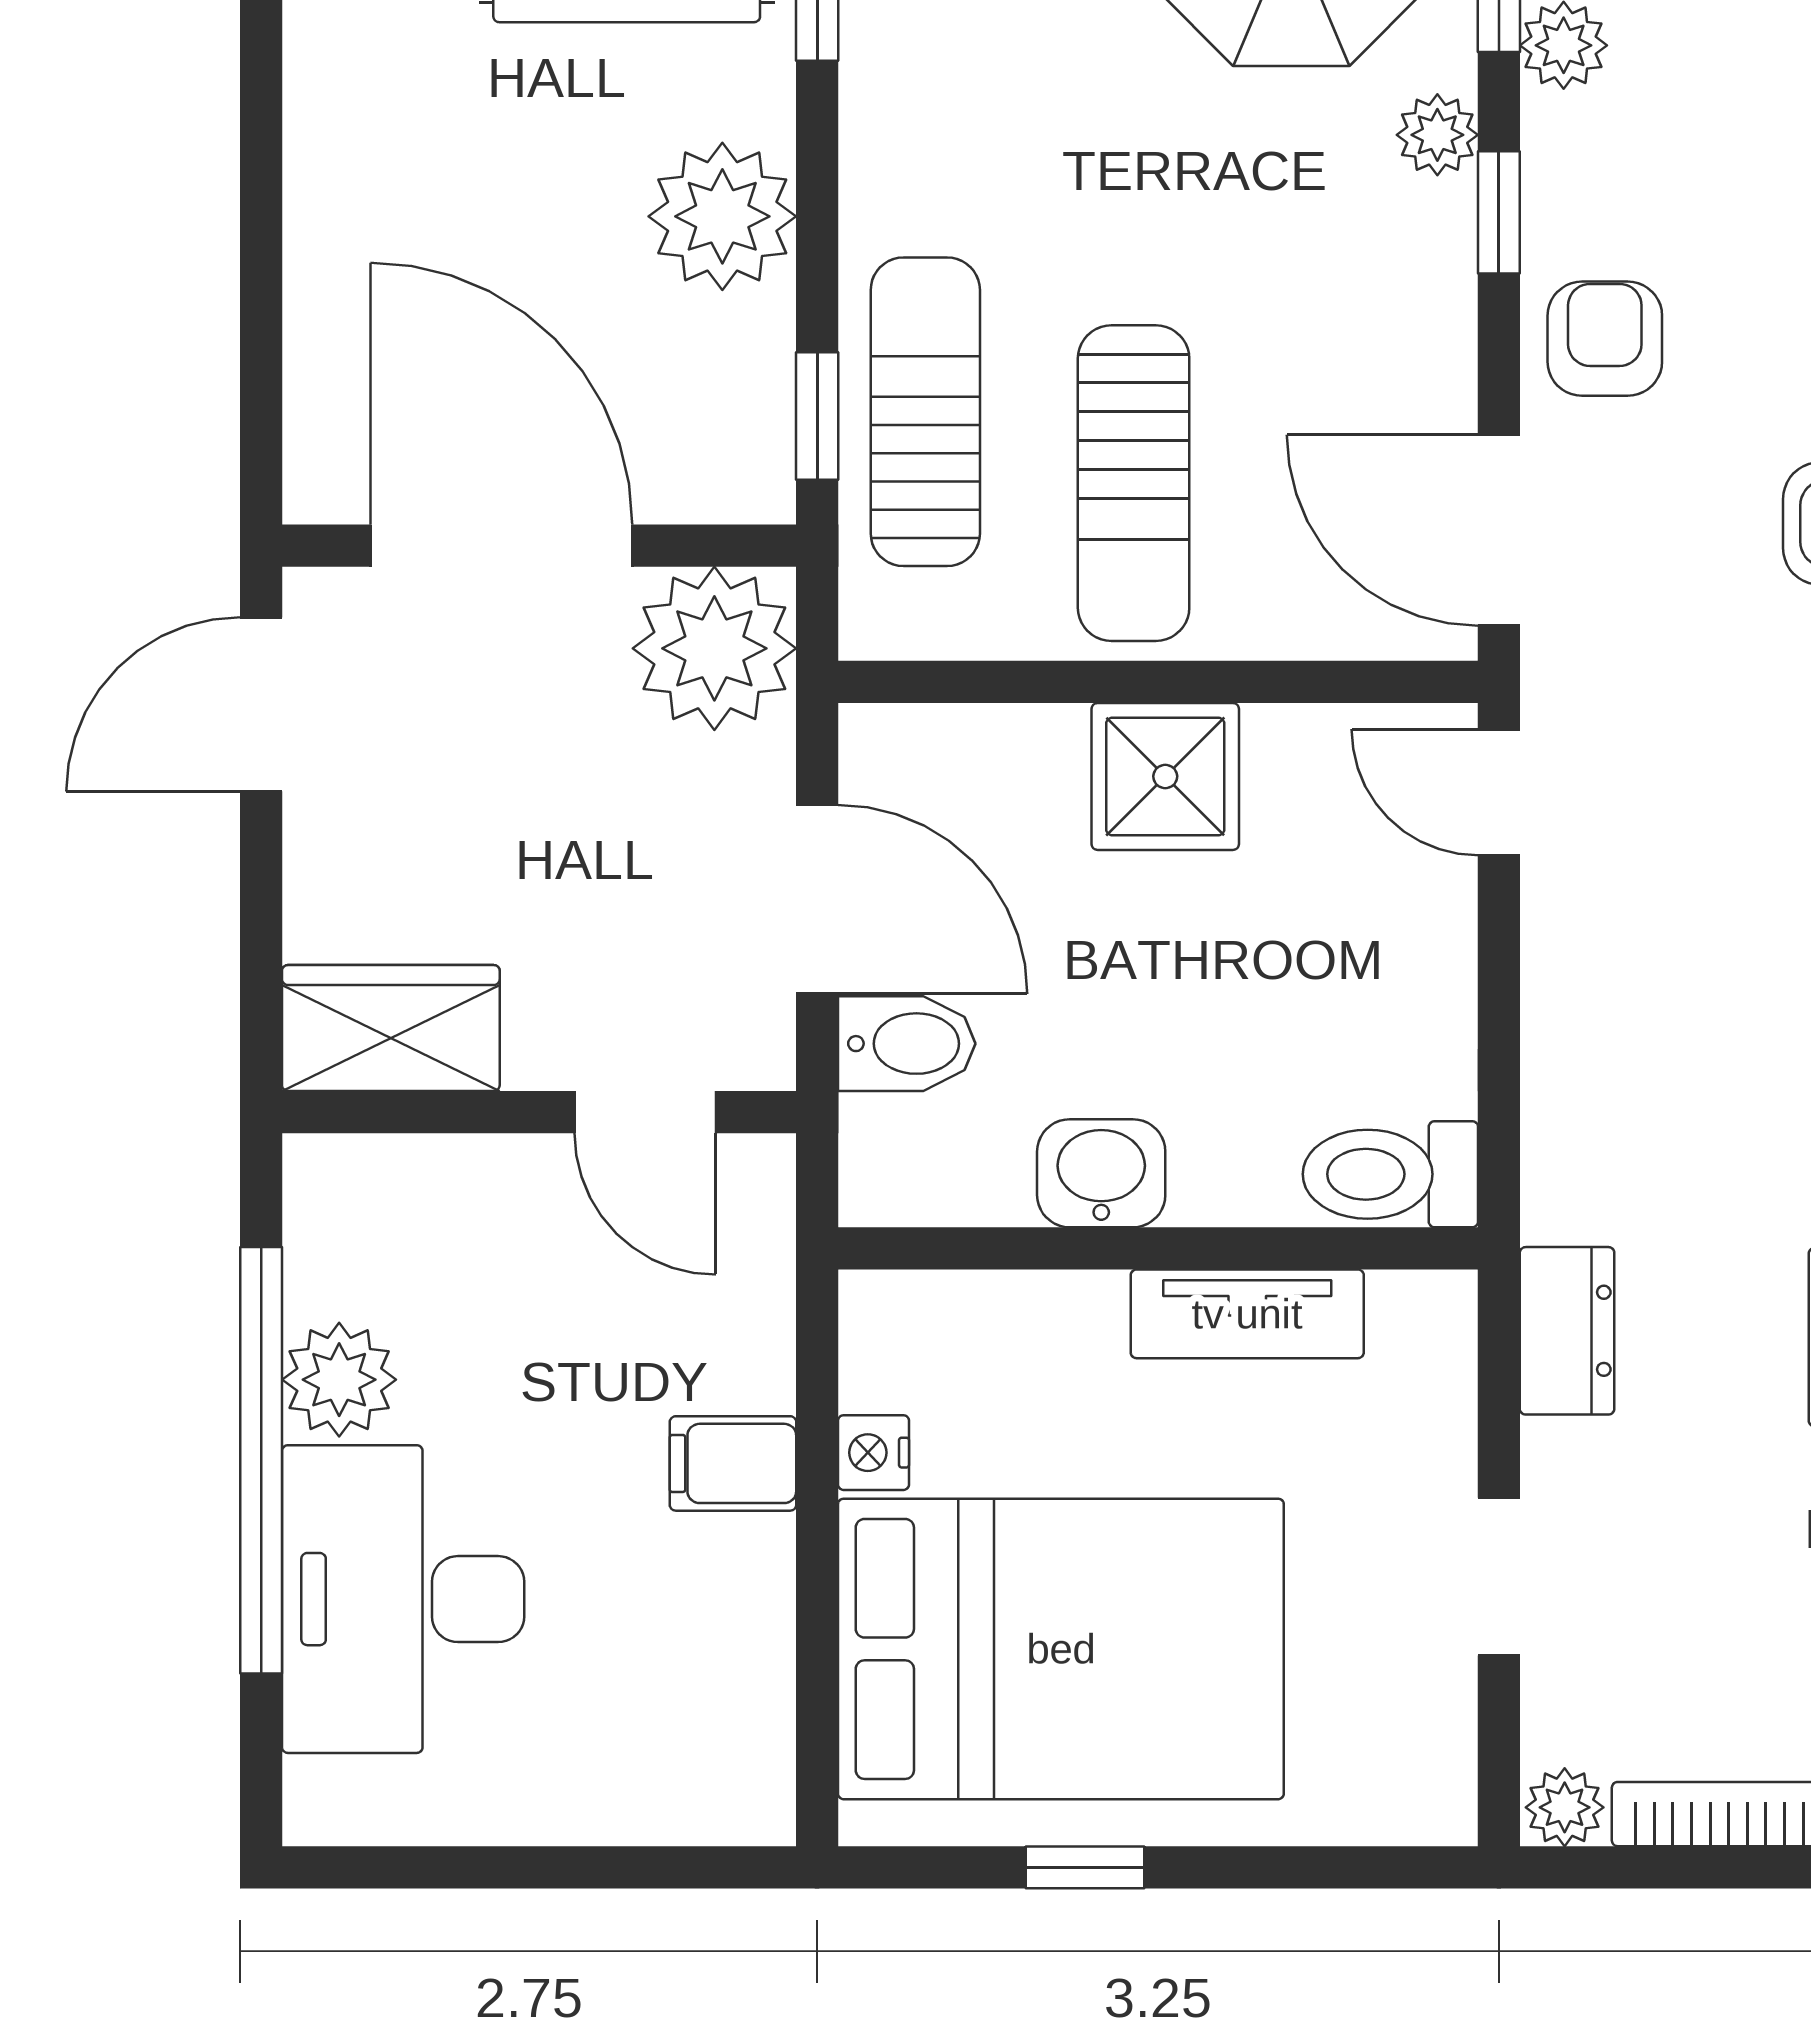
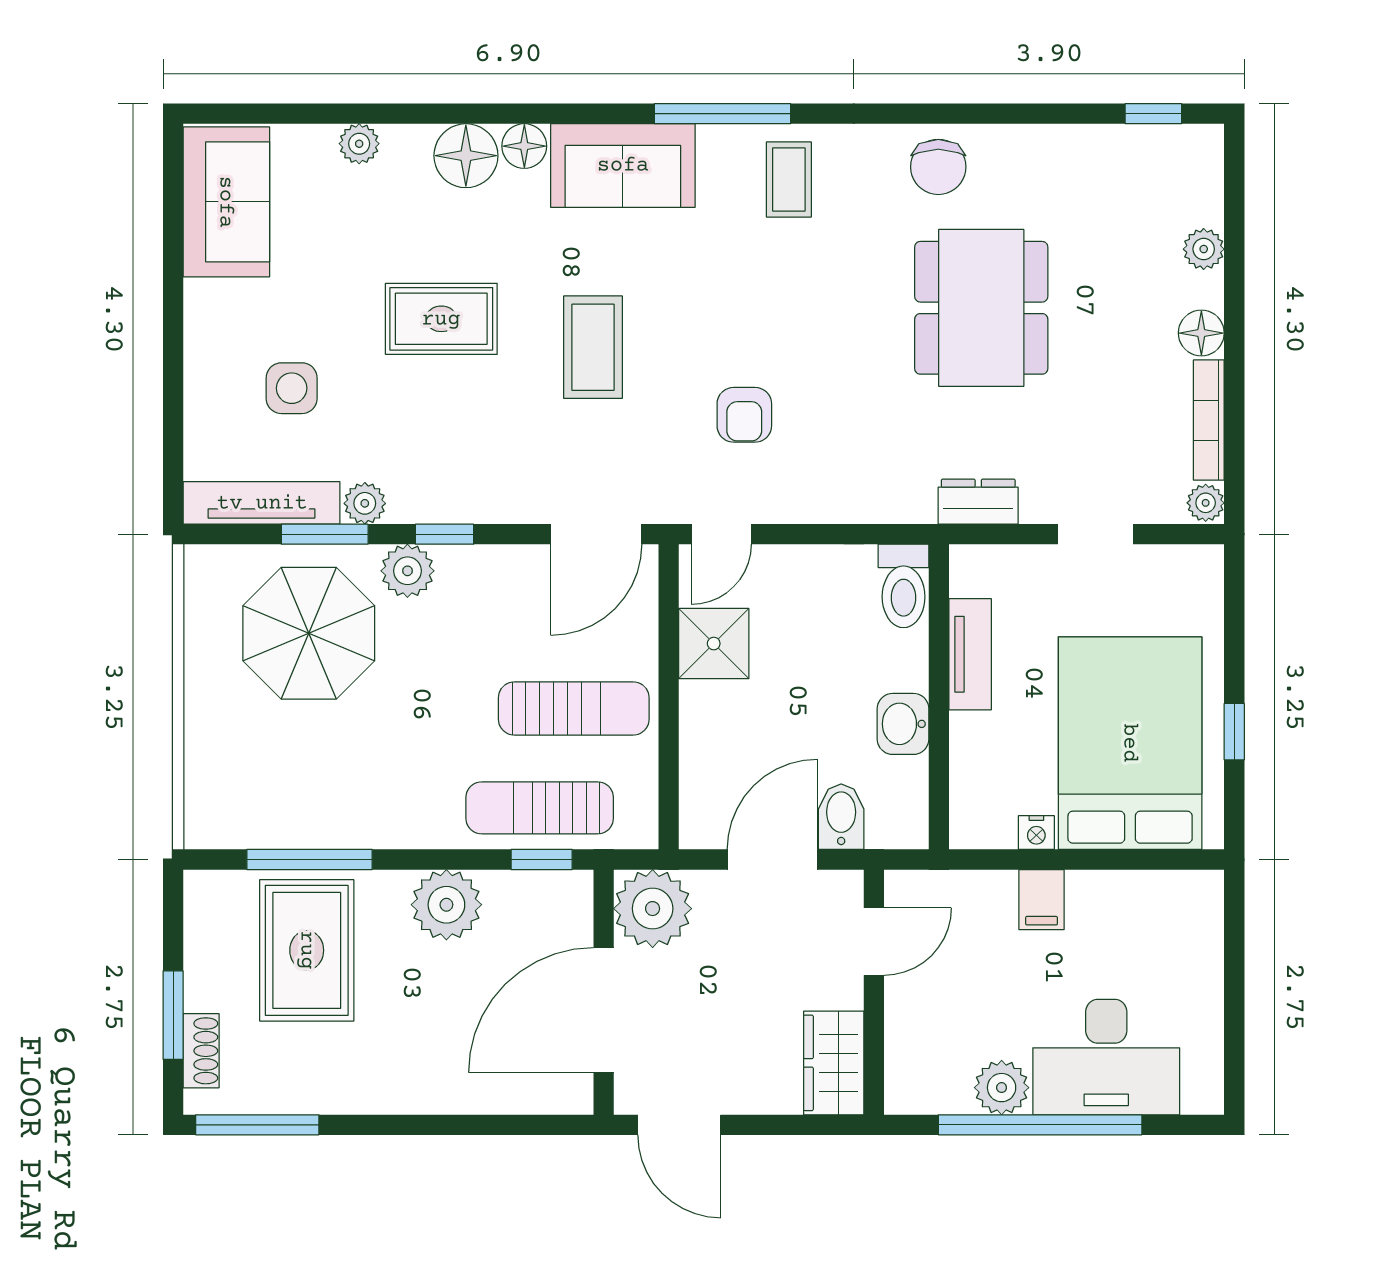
plant: (1437, 135) -> (407, 571), width x1.38, depth x1.38
armchair: (1605, 339) -> (744, 415), moved, turned -90
shower: (1165, 776) -> (714, 644), moved

